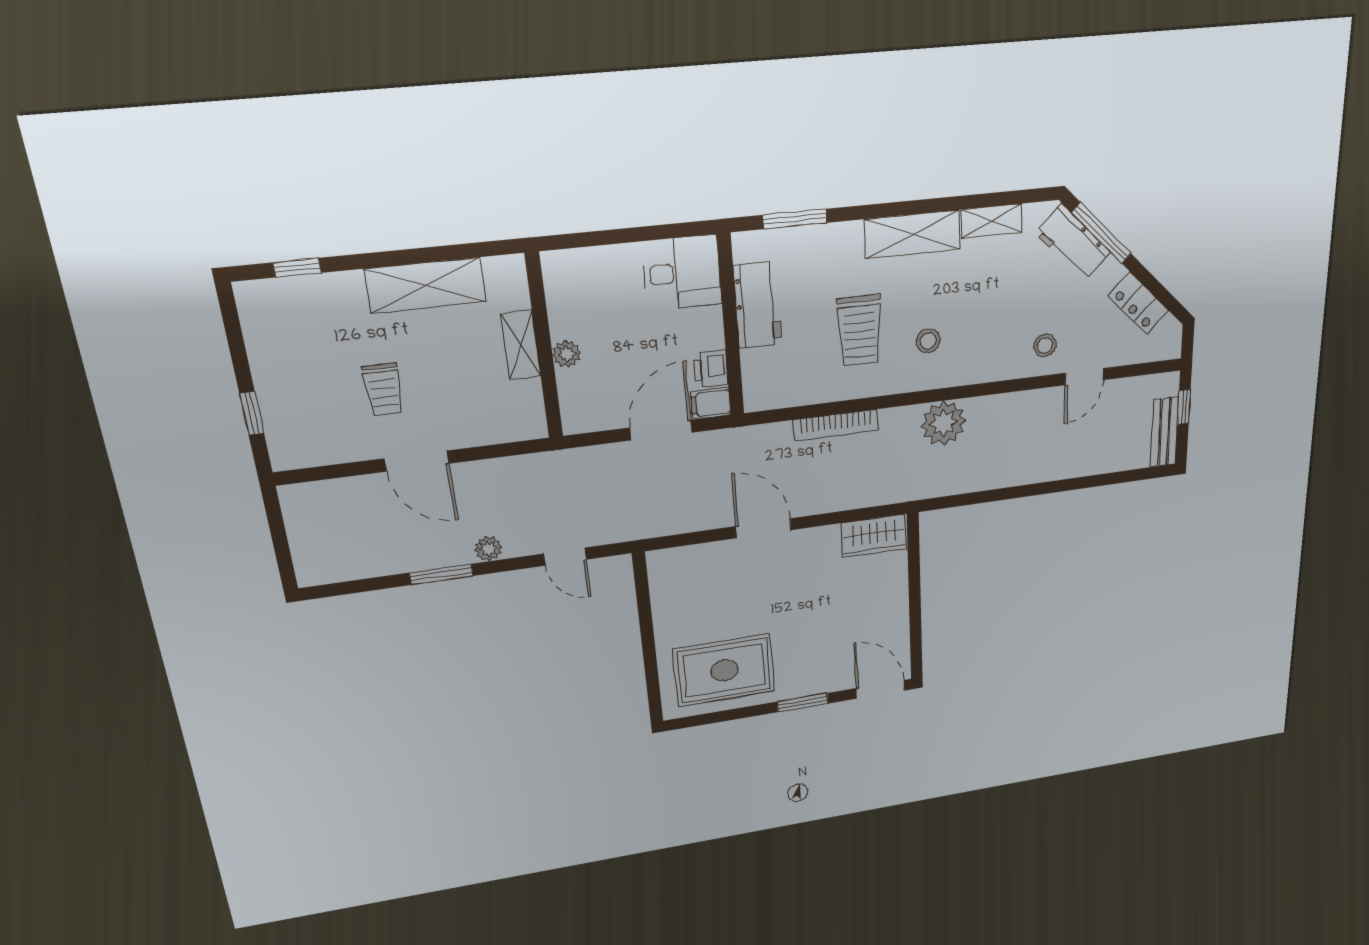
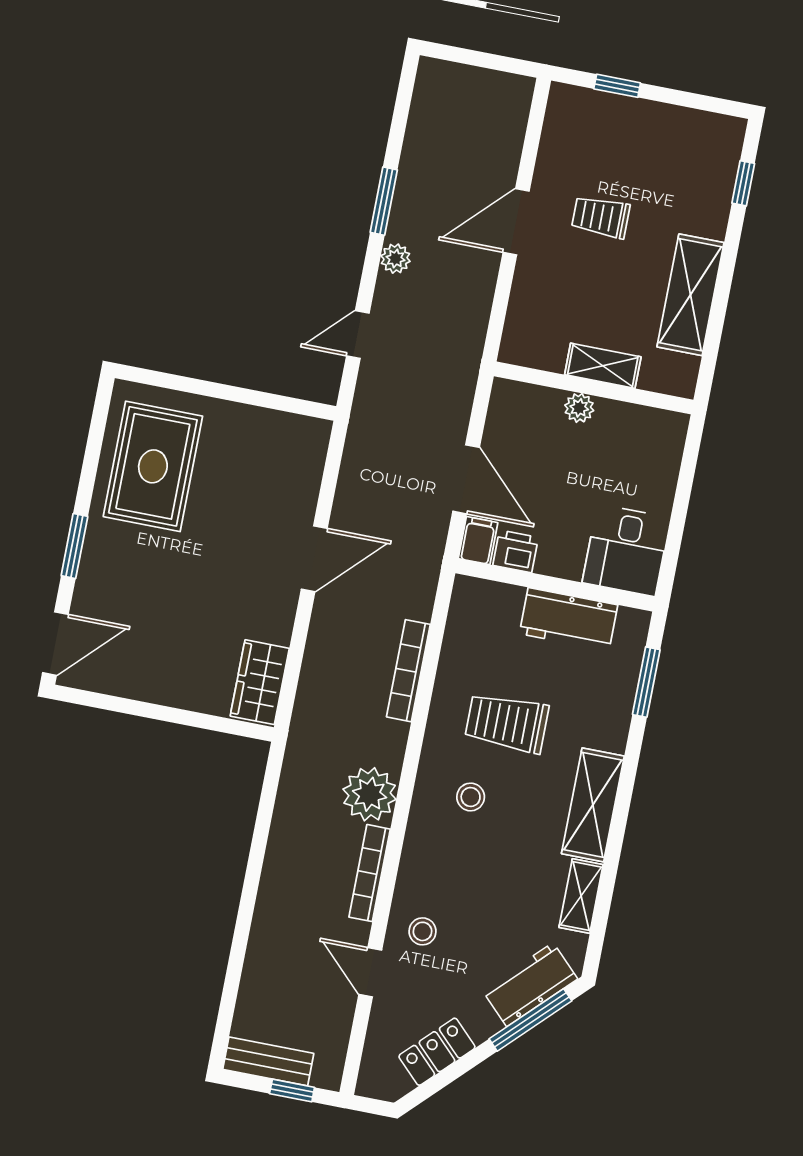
bookcase: (1006, 402) -> (370, 873), added

